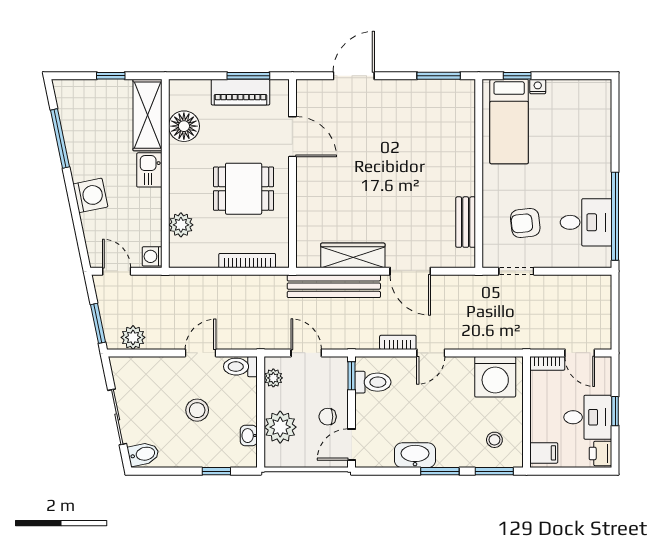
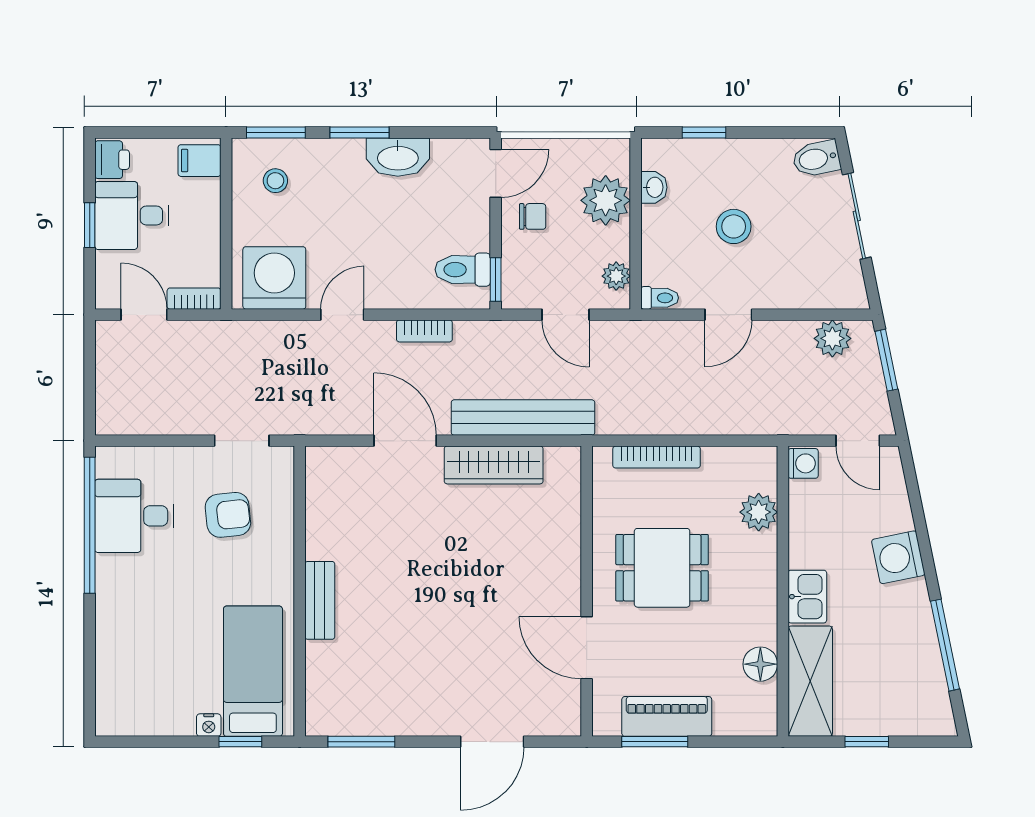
floor lamp: (184, 126) -> (760, 664), width x0.73, depth x0.73
bench: (466, 222) -> (320, 600), moved
door: (431, 353) -> (342, 315), moved
toilet: (240, 367) -> (660, 298), width x0.73, depth x0.72

